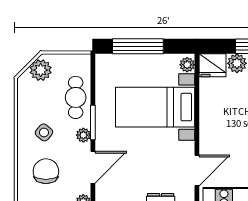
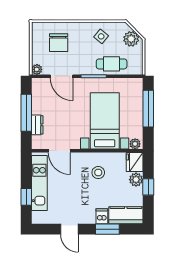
stool: (227, 116) -> (98, 173), added
side table: (44, 132) -> (101, 36), moved
plant: (83, 135) -> (85, 69), removed
chair: (46, 171) -> (59, 43), turned 90

